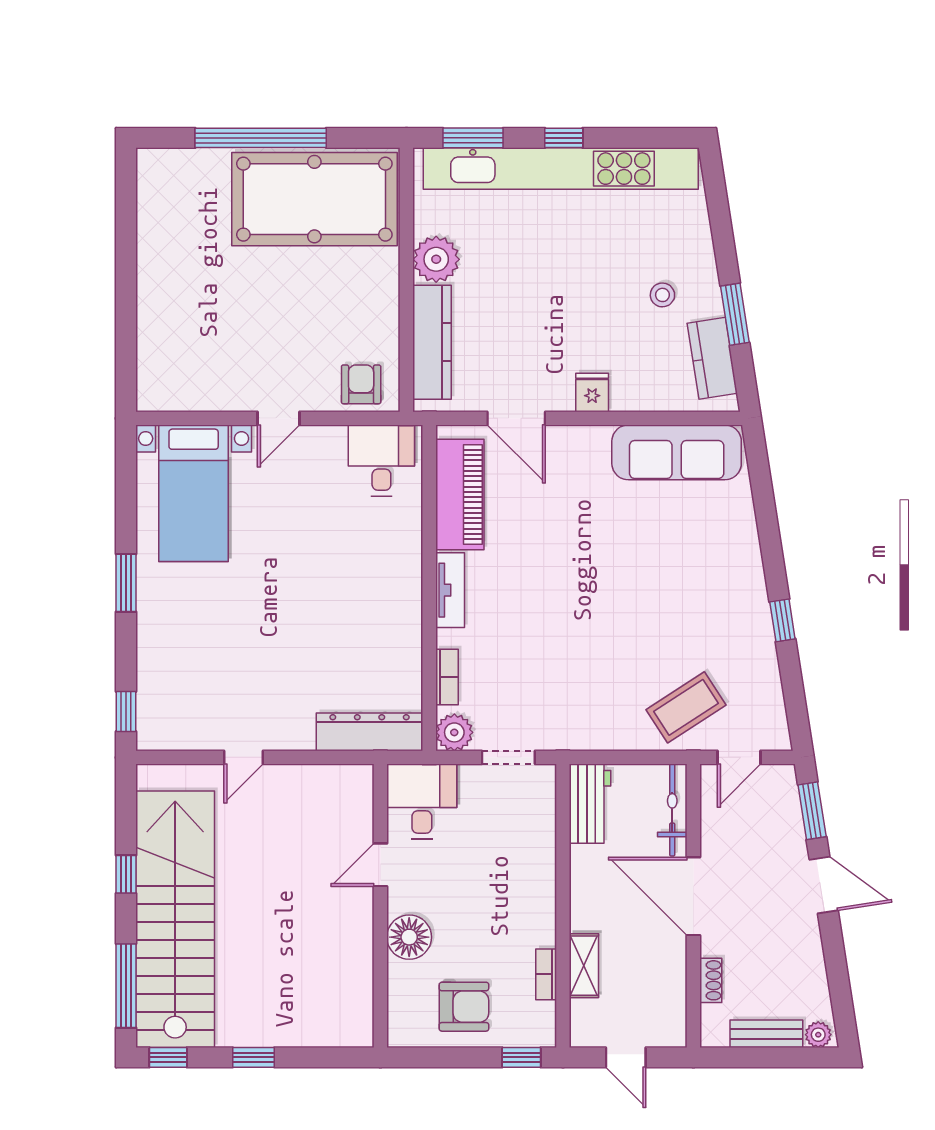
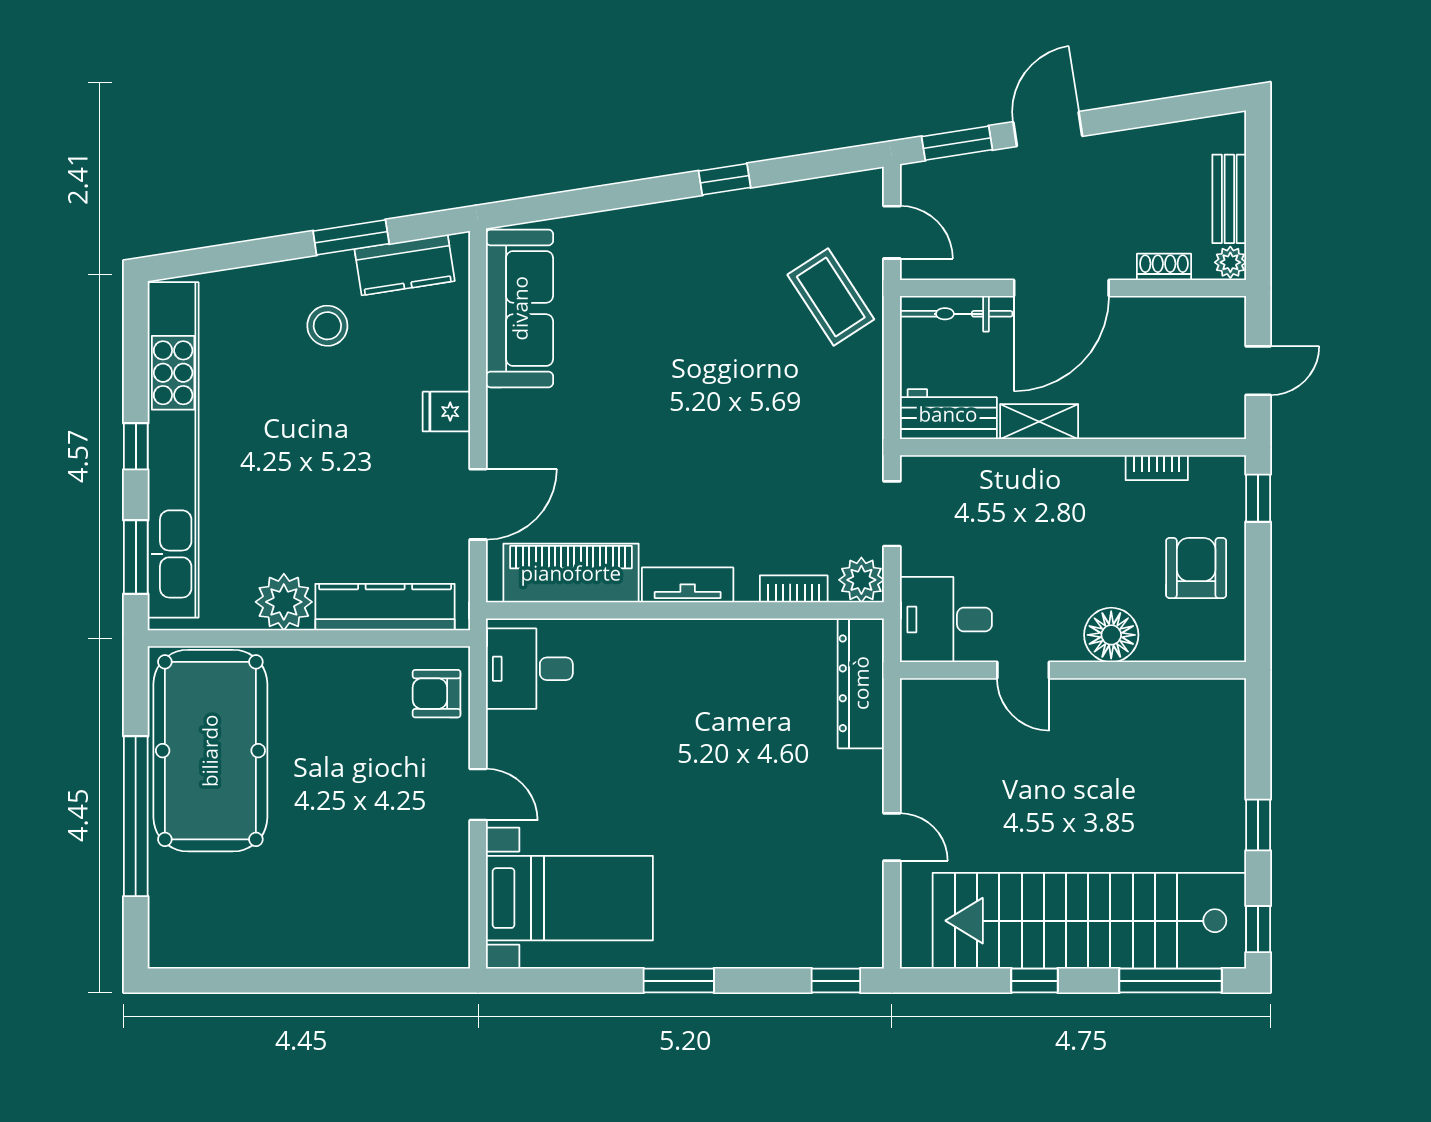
stool: (662, 295) -> (327, 326), width x1.37, depth x1.37
shelving: (584, 966) -> (1039, 422), moved
plant: (818, 1035) -> (1230, 262), moved

